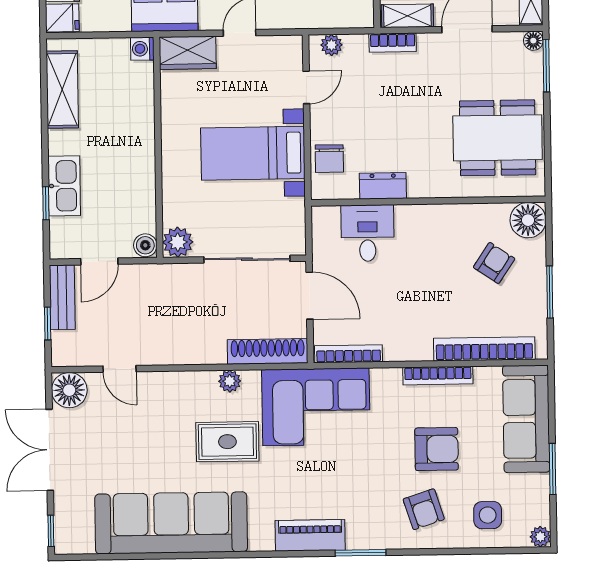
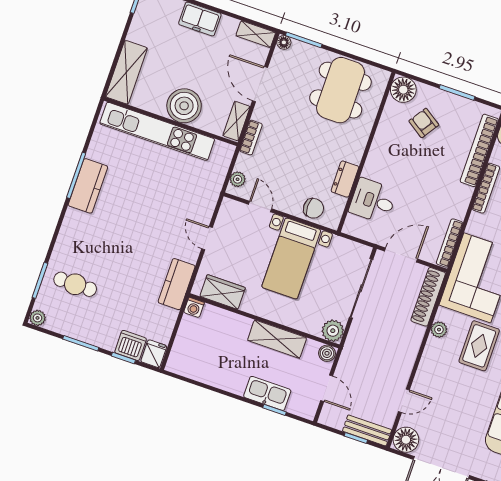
wardrobe: (188, 53) -> (223, 292), moved, turned -90
shelving: (62, 89) -> (277, 339), moved
bench: (62, 297) -> (367, 430), moved

